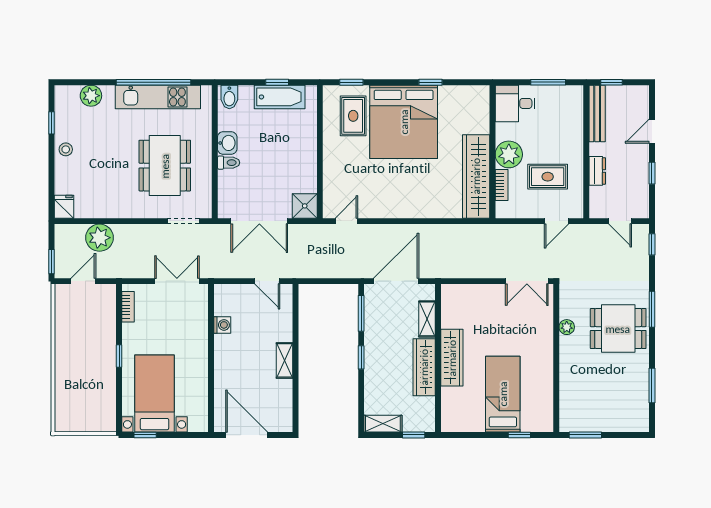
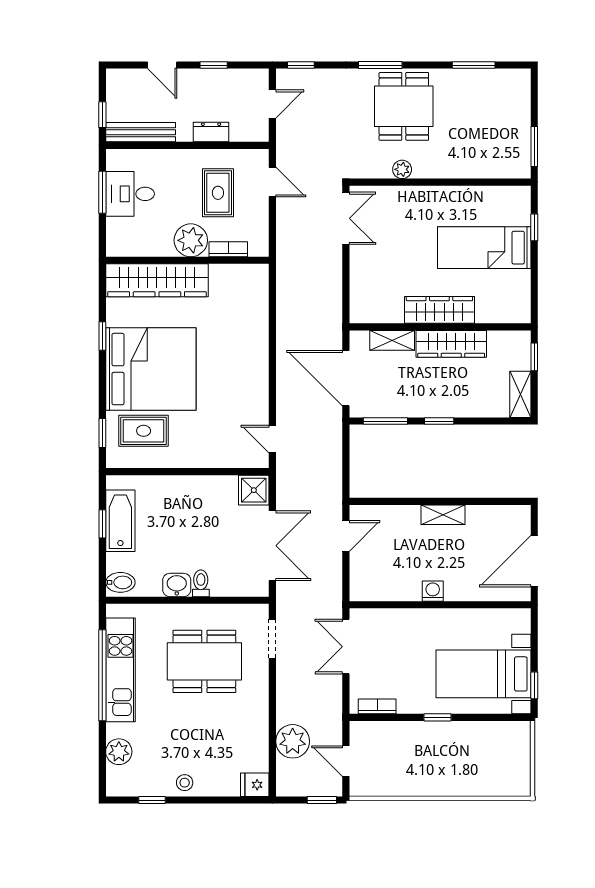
desk: (515, 103) -> (130, 194), moved, turned 90
wardrobe: (476, 176) -> (157, 280), moved
washing machine: (222, 325) -> (433, 591), moved

